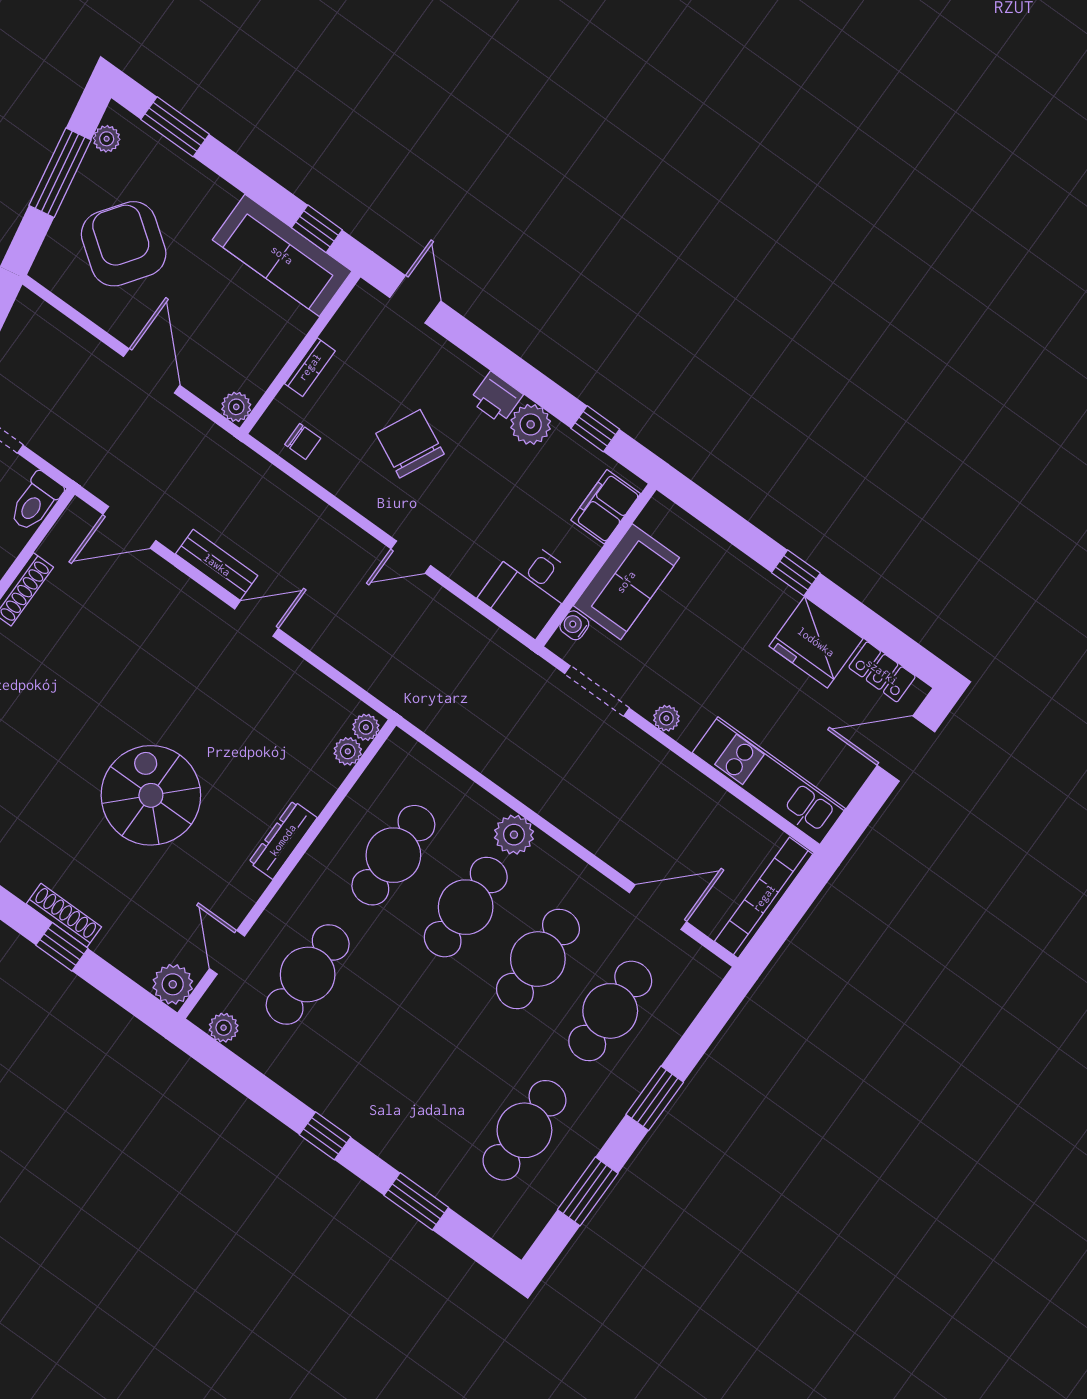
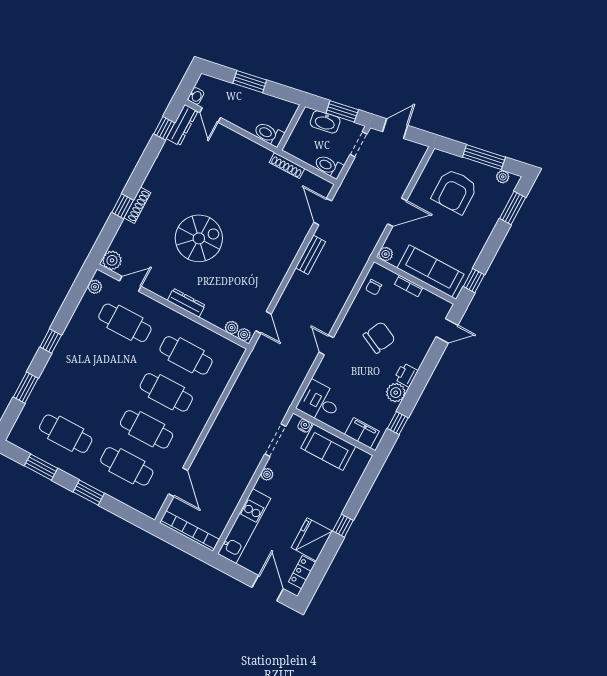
armchair: (124, 244) -> (455, 191), turned 144
sofa: (282, 255) -> (431, 271), moved, turned 90
door: (257, 619) -> (264, 322), moved
plant: (514, 835) -> (203, 410), removed

